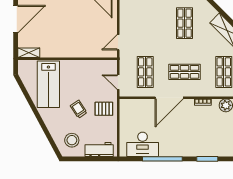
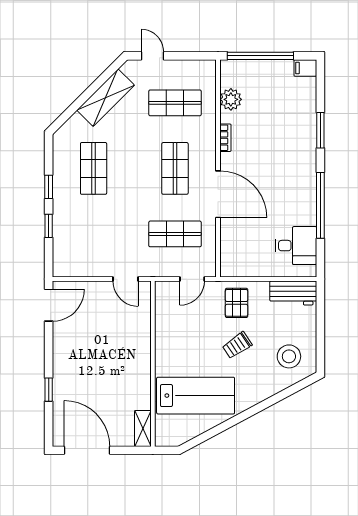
shop shelf: (184, 23) -> (94, 168), turned 90
desk: (143, 144) -> (296, 246), width x0.73
workbench: (99, 150) -> (293, 293), moved, turned -90

